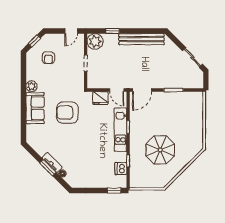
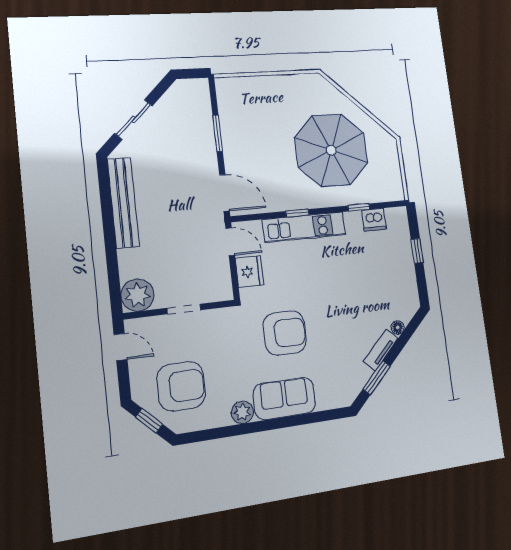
window: (113, 31) -> (112, 262), removed
sliding door: (193, 57) -> (133, 120), moved
armchair: (48, 58) -> (181, 386), width x1.88, depth x1.88
door: (117, 90) -> (230, 242), hinge flipped
armchair: (67, 113) -> (285, 333), turned -90
parasol: (160, 150) -> (331, 150), width x1.36, depth x1.36
window: (48, 168) -> (377, 378), moved
window: (114, 191) -> (417, 251), moved

